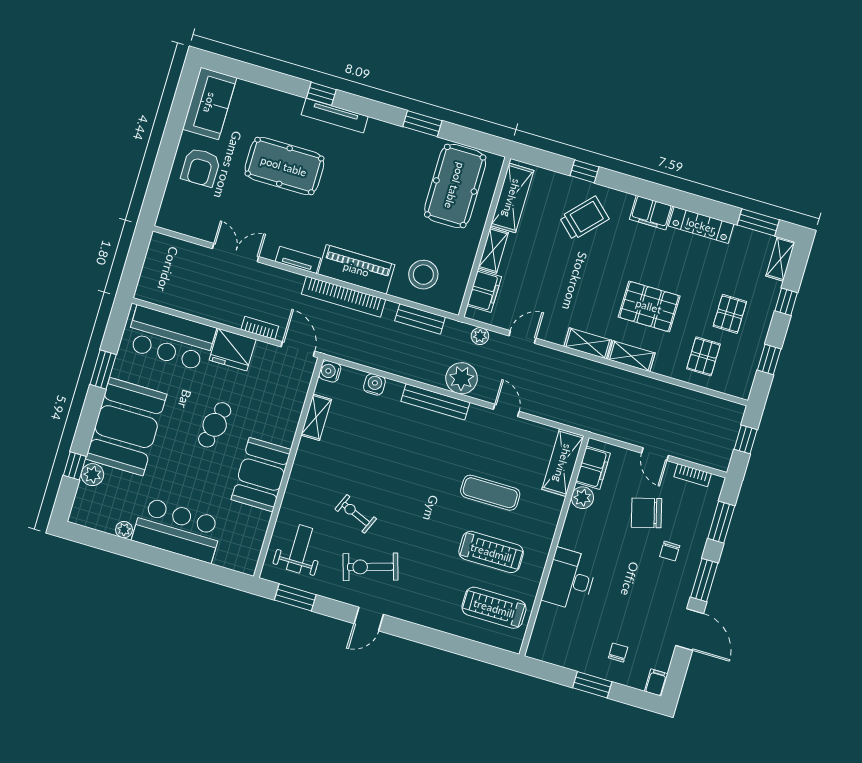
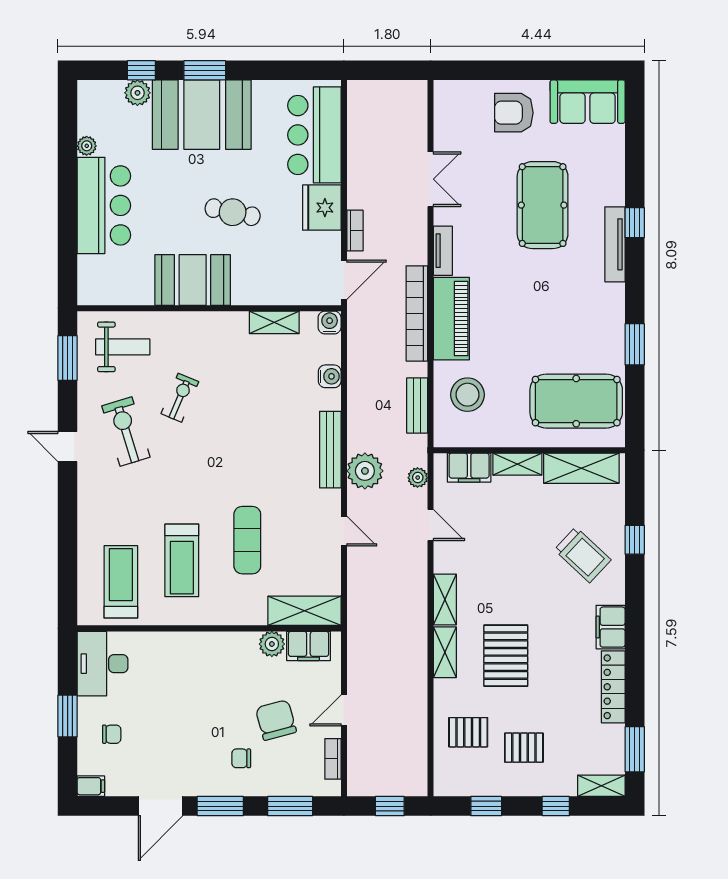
window: (103, 369) -> (205, 70), moved
door: (506, 410) -> (344, 531), hinge flipped
desk: (570, 579) -> (103, 664), moved, turned -90

